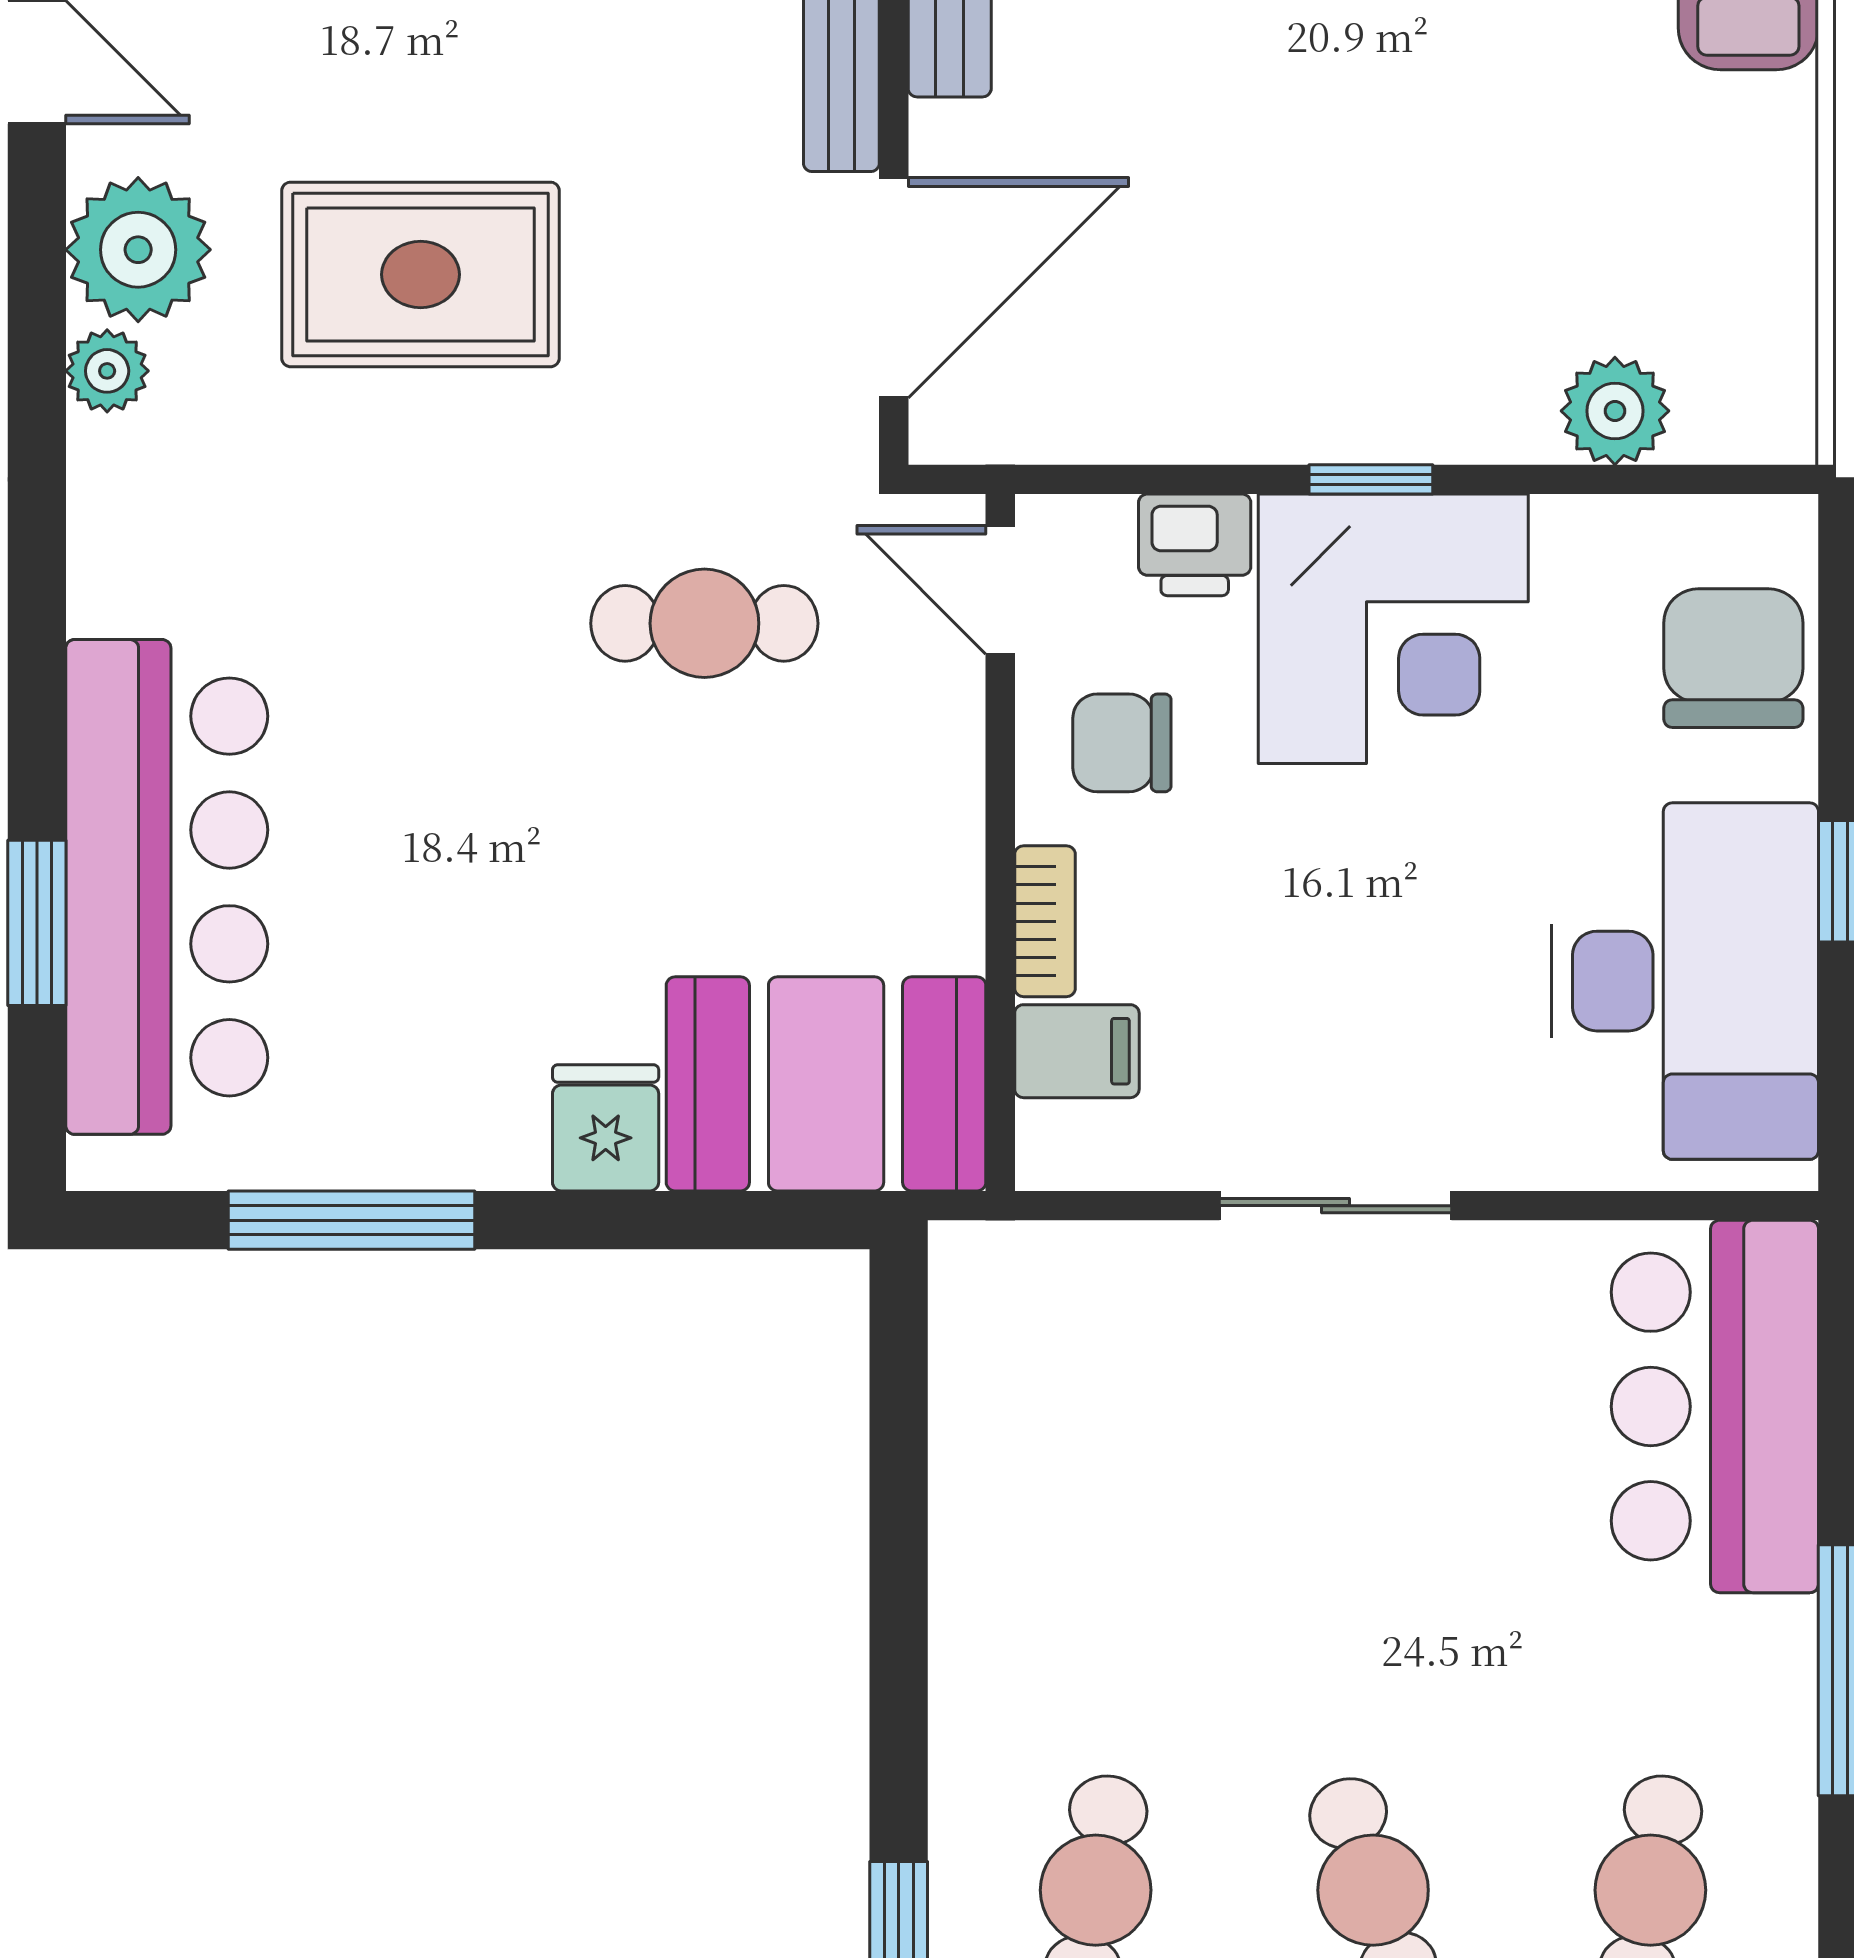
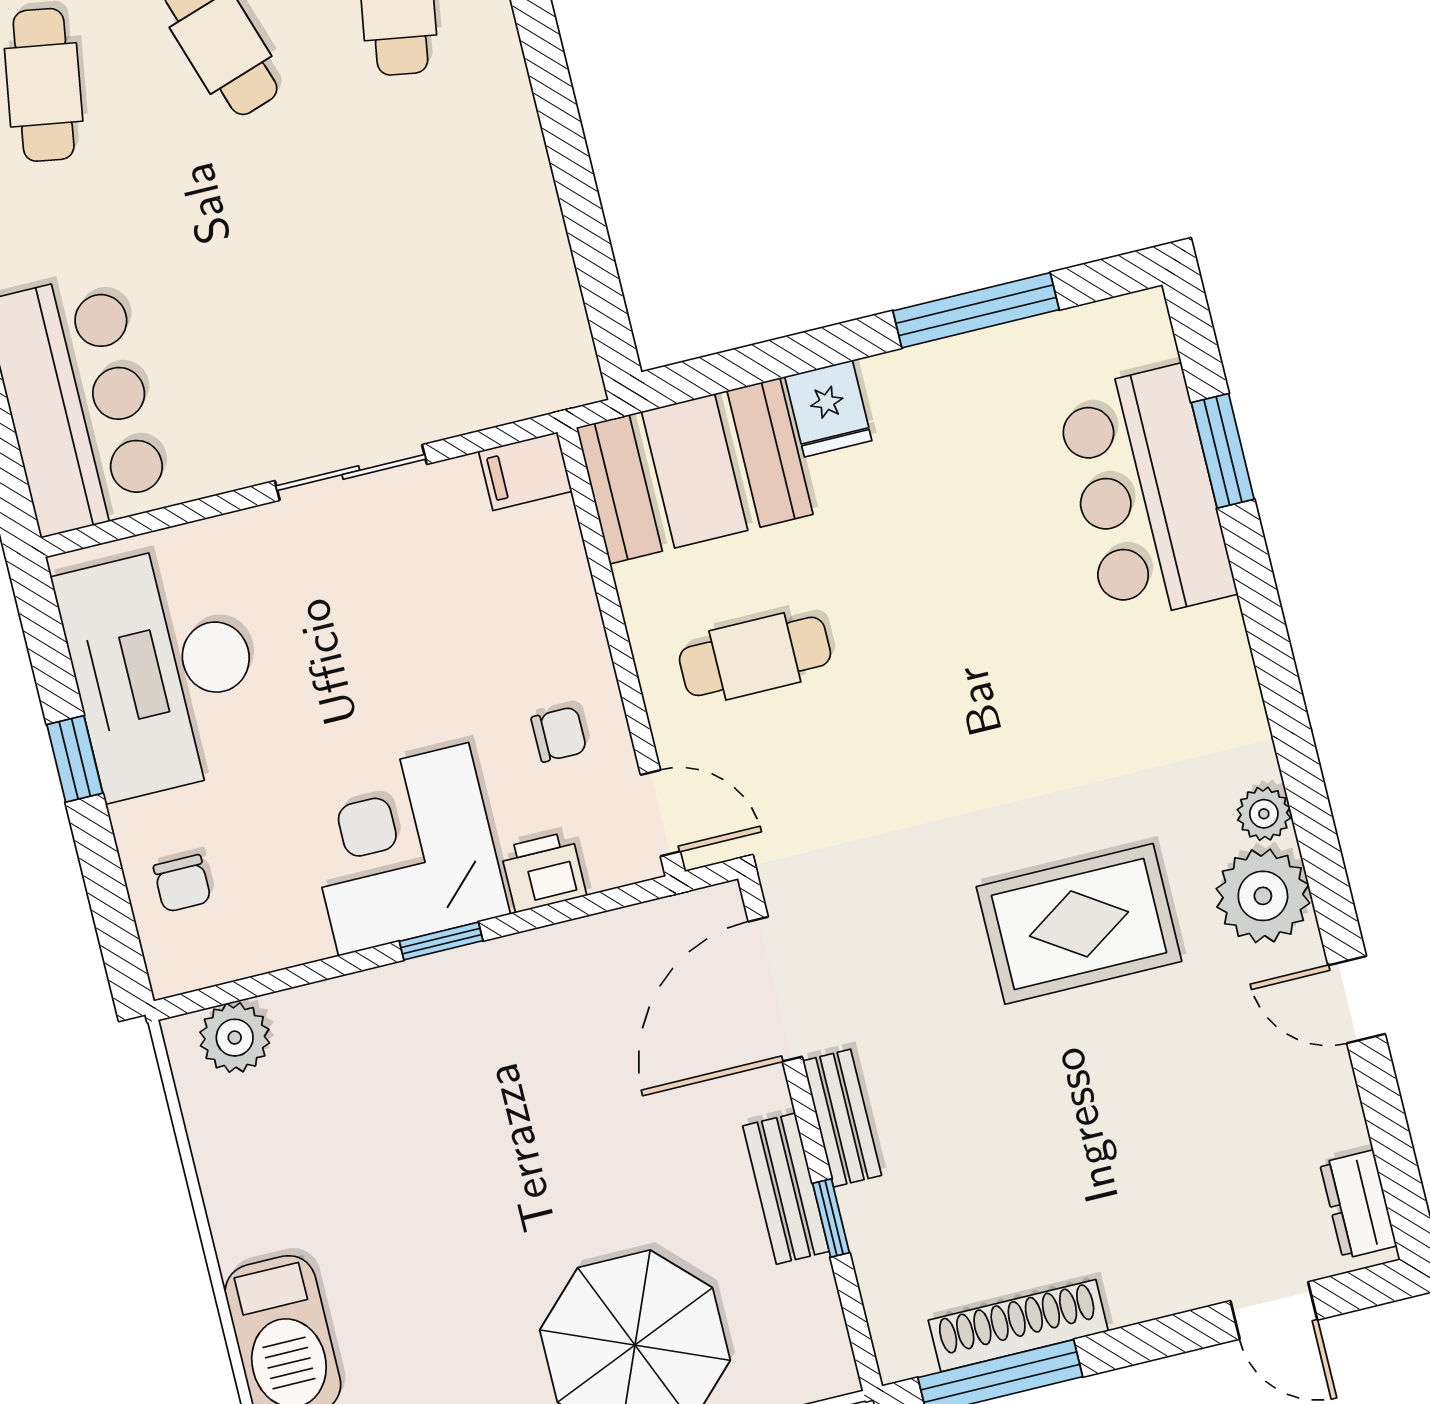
plant: (1615, 411) -> (235, 1038), moved
cafe table: (704, 623) -> (755, 656), moved
chair: (1733, 658) -> (182, 883), width x0.54, depth x0.54
chair: (1122, 743) -> (559, 734), width x0.73, depth x0.73
bar counter: (167, 887) -> (1146, 494), width x0.73
bookcase: (1045, 921) -> (580, 609), removed
filing cabinet: (1077, 1051) -> (525, 471), moved

